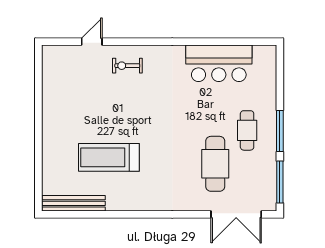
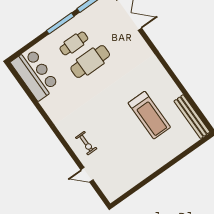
bar counter: (219, 63) -> (35, 74), moved
cafe table: (215, 164) -> (90, 62), moved

